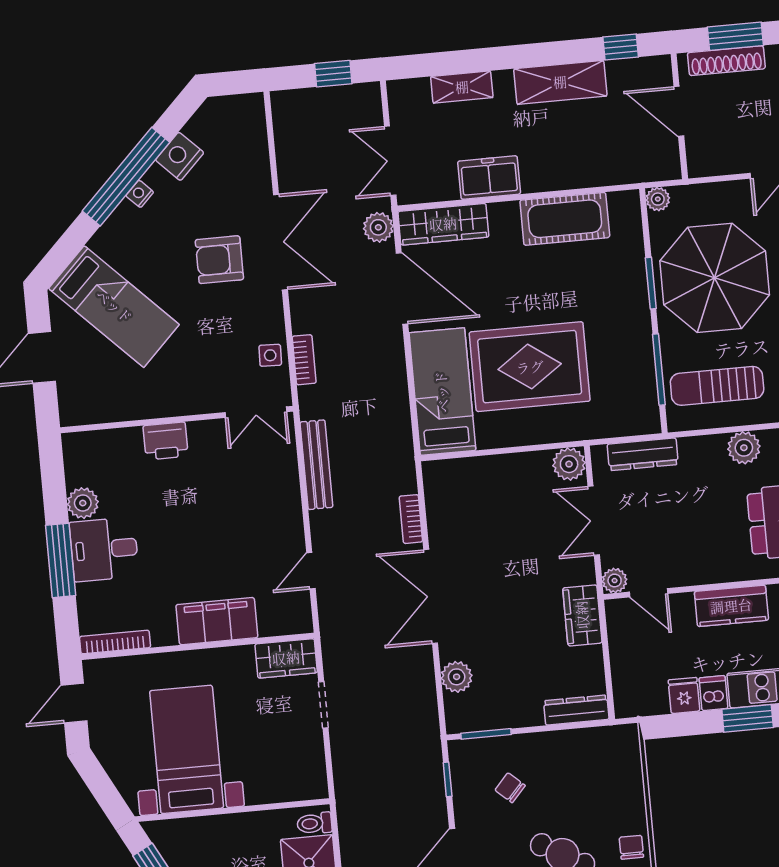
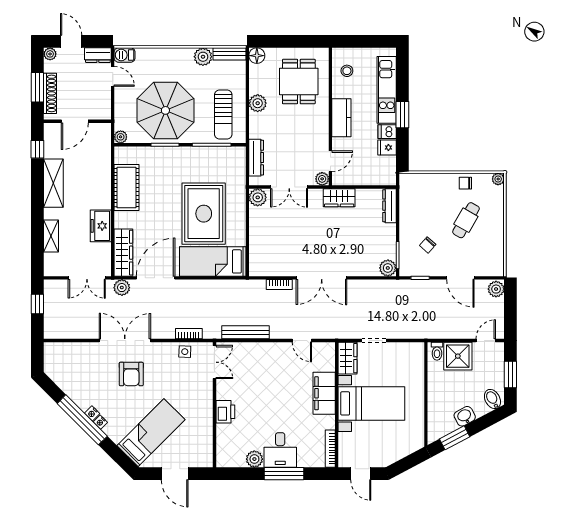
nightstand: (180, 156) -> (100, 422), moved, width x0.53, depth x0.56
plant: (457, 677) -> (388, 268), moved
bed with nightstands: (187, 749) -> (371, 403), moved, turned 180

